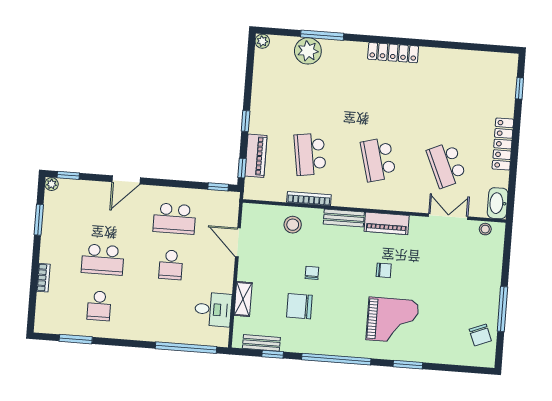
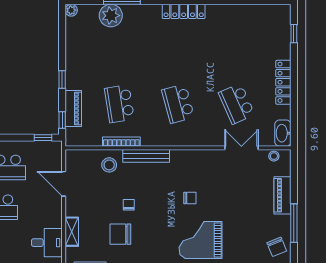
bench: (344, 218) -> (146, 156), width x1.36
piano: (387, 223) -> (283, 195), moved, turned 90
grand piano: (392, 320) -> (201, 240), turned 180

